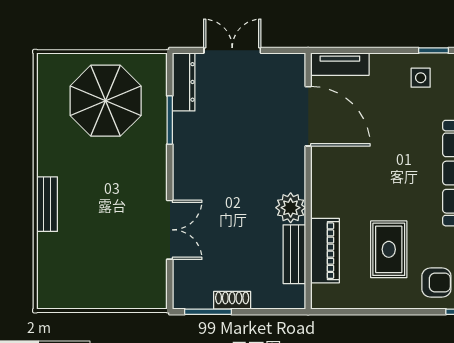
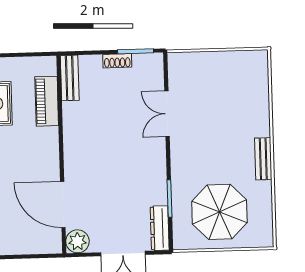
tv unit: (340, 64) -> (39, 245), removed
bench: (47, 204) -> (263, 159), moved
plant: (291, 208) -> (77, 241), moved
bench: (294, 254) -> (70, 78), moved

